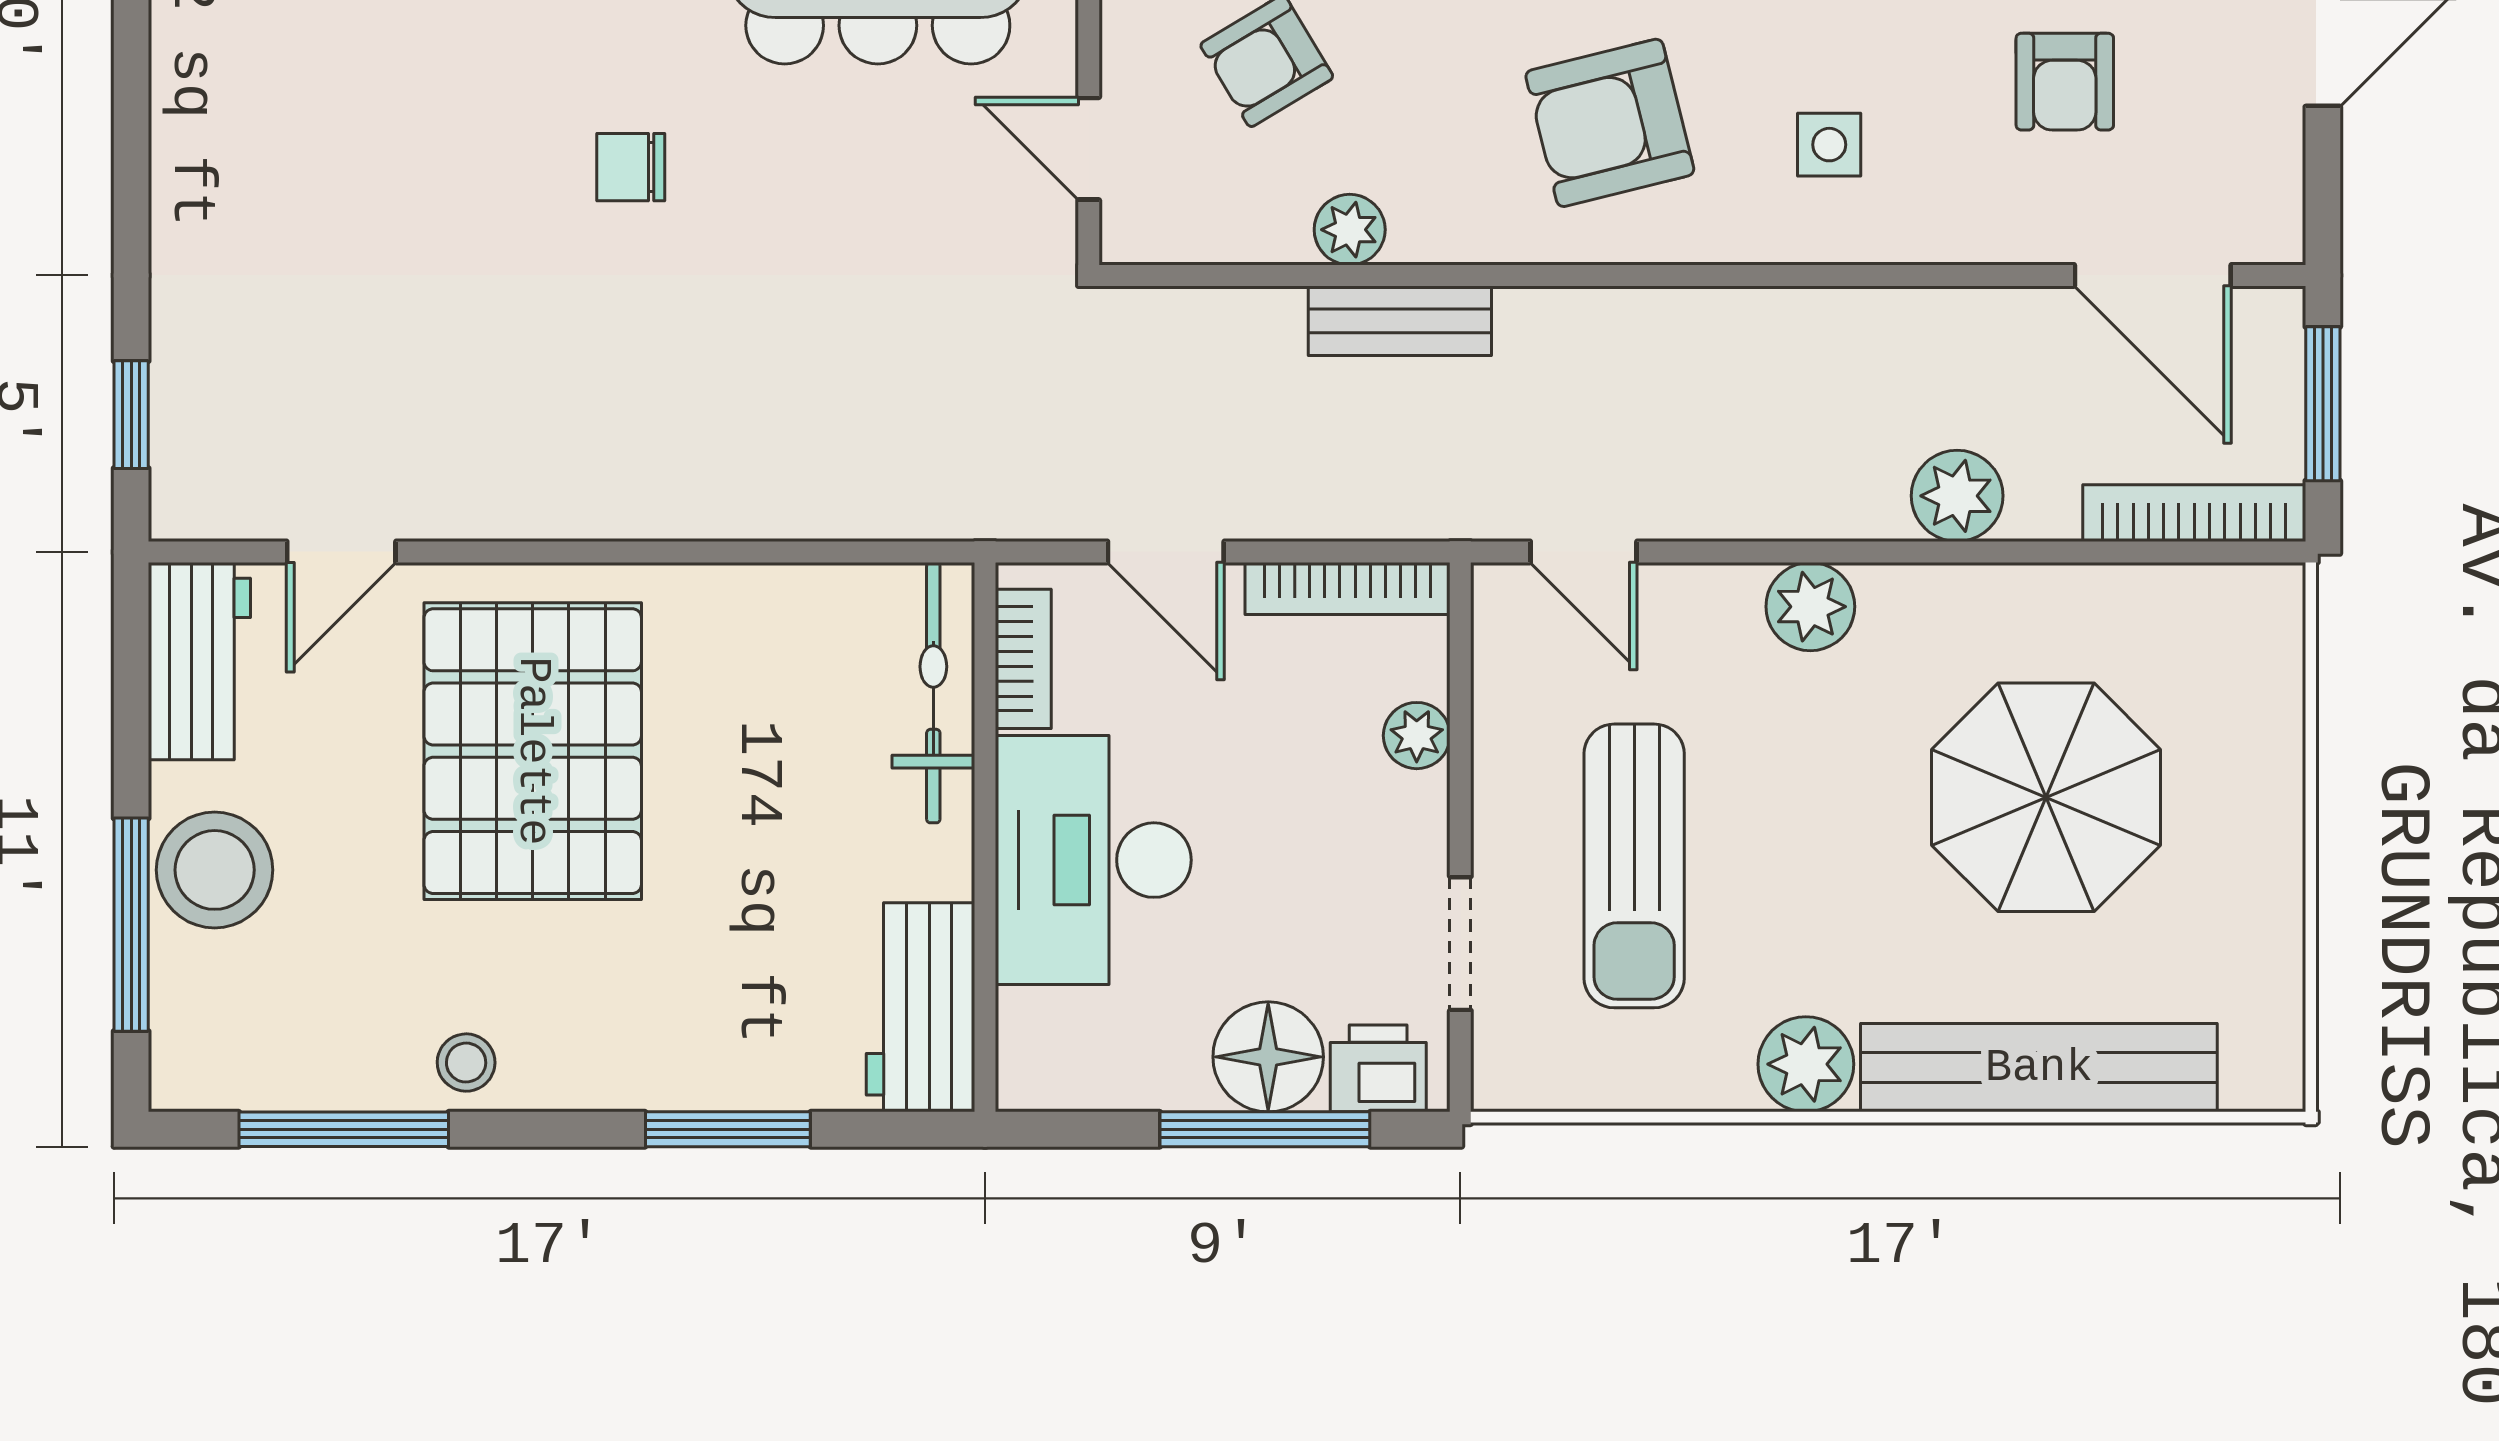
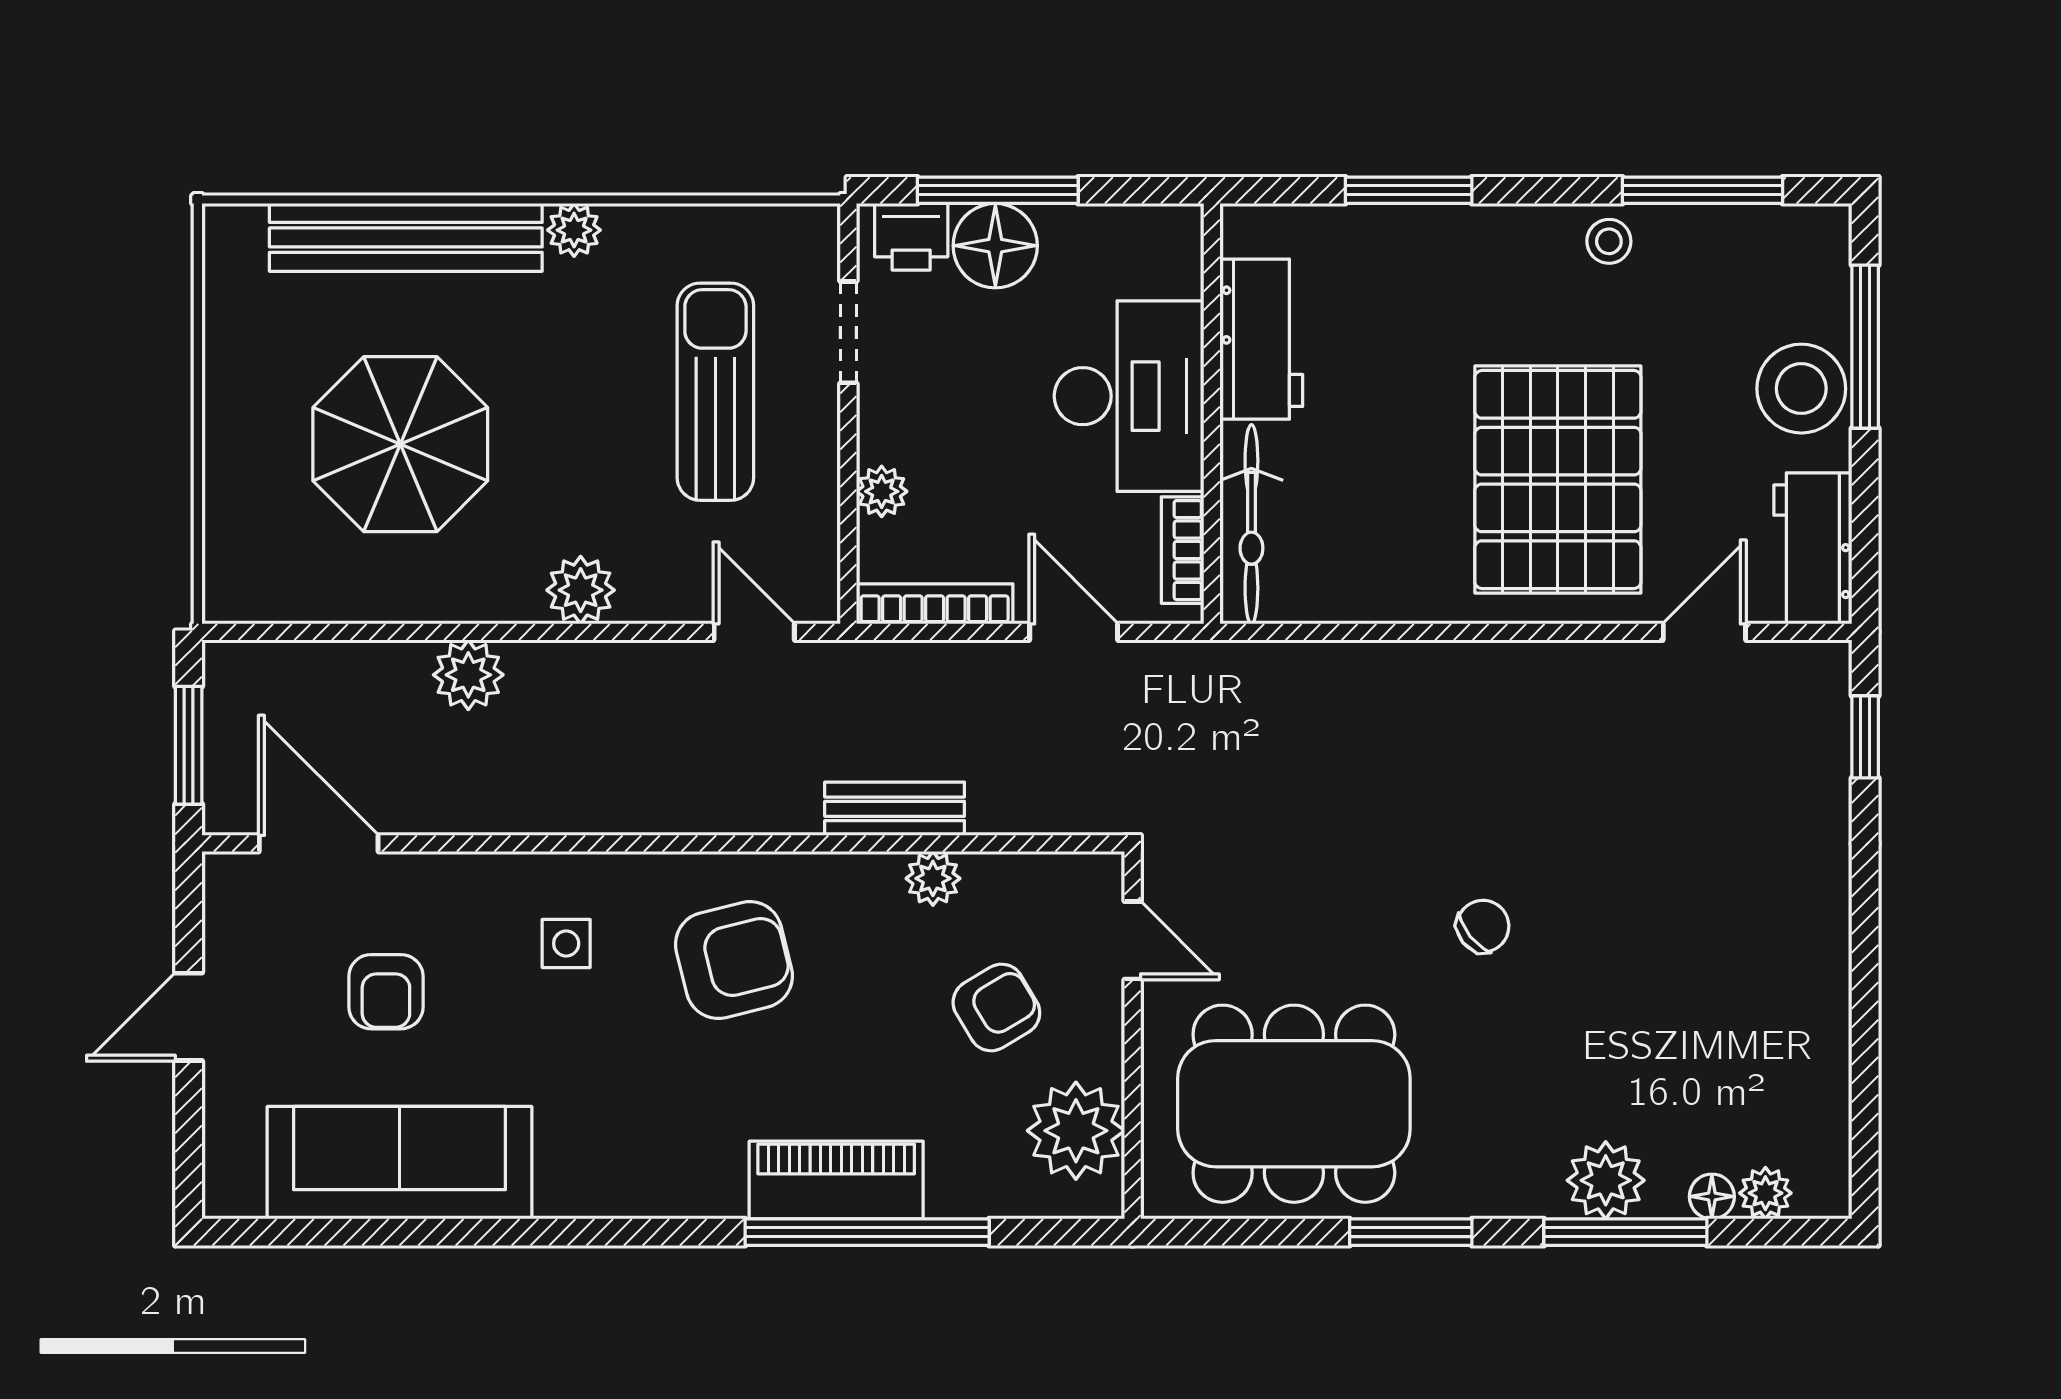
armchair: (2065, 82) -> (386, 992), turned 180
chair: (631, 167) -> (1483, 926), turned -39
bookcase: (2194, 513) -> (287, 662), removed
workbench: (921, 1007) -> (1261, 339), moved
plant: (1806, 1064) -> (574, 230), width x0.73, depth x0.73

